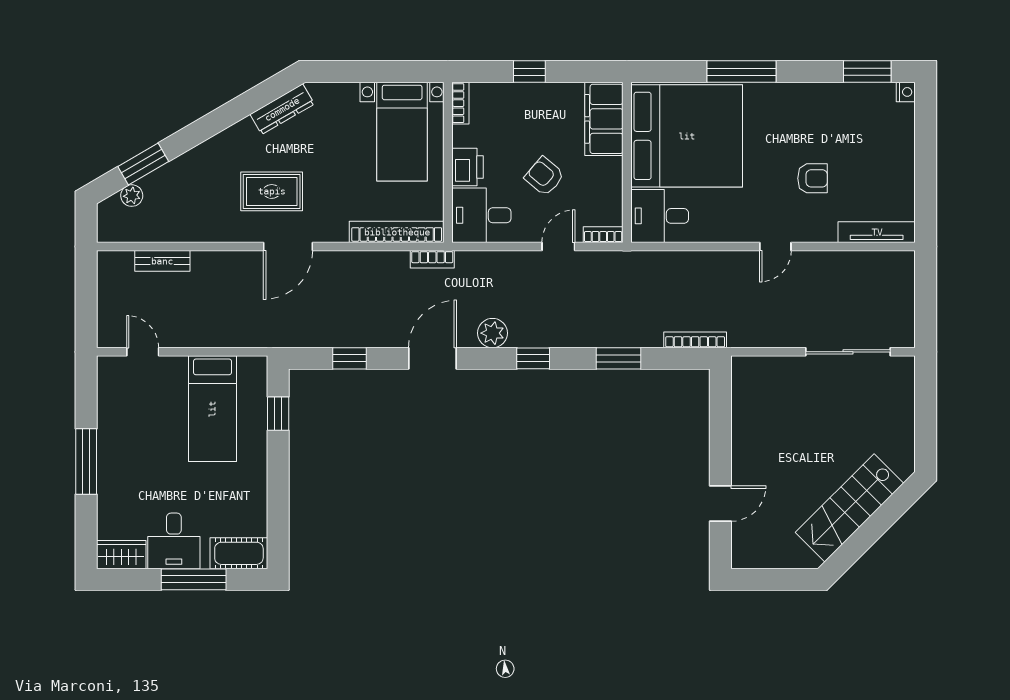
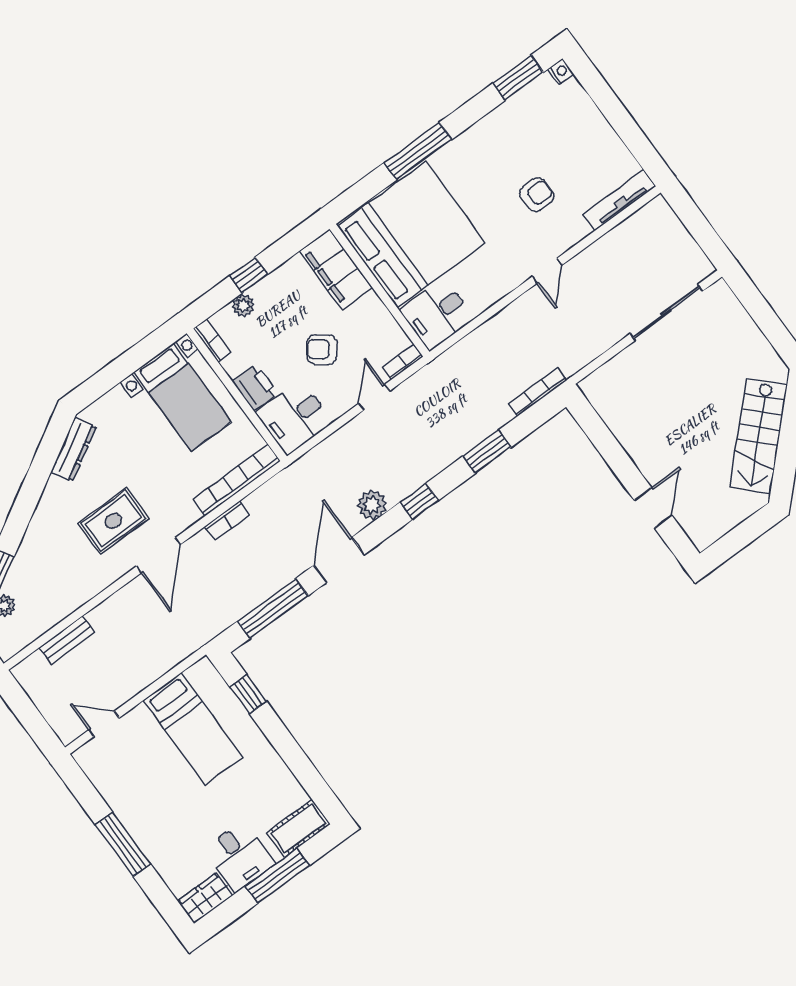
plant: (507, 93) -> (243, 306), added
bookcase: (432, 259) -> (227, 521), moved
window: (350, 358) -> (273, 608), width x2.17

